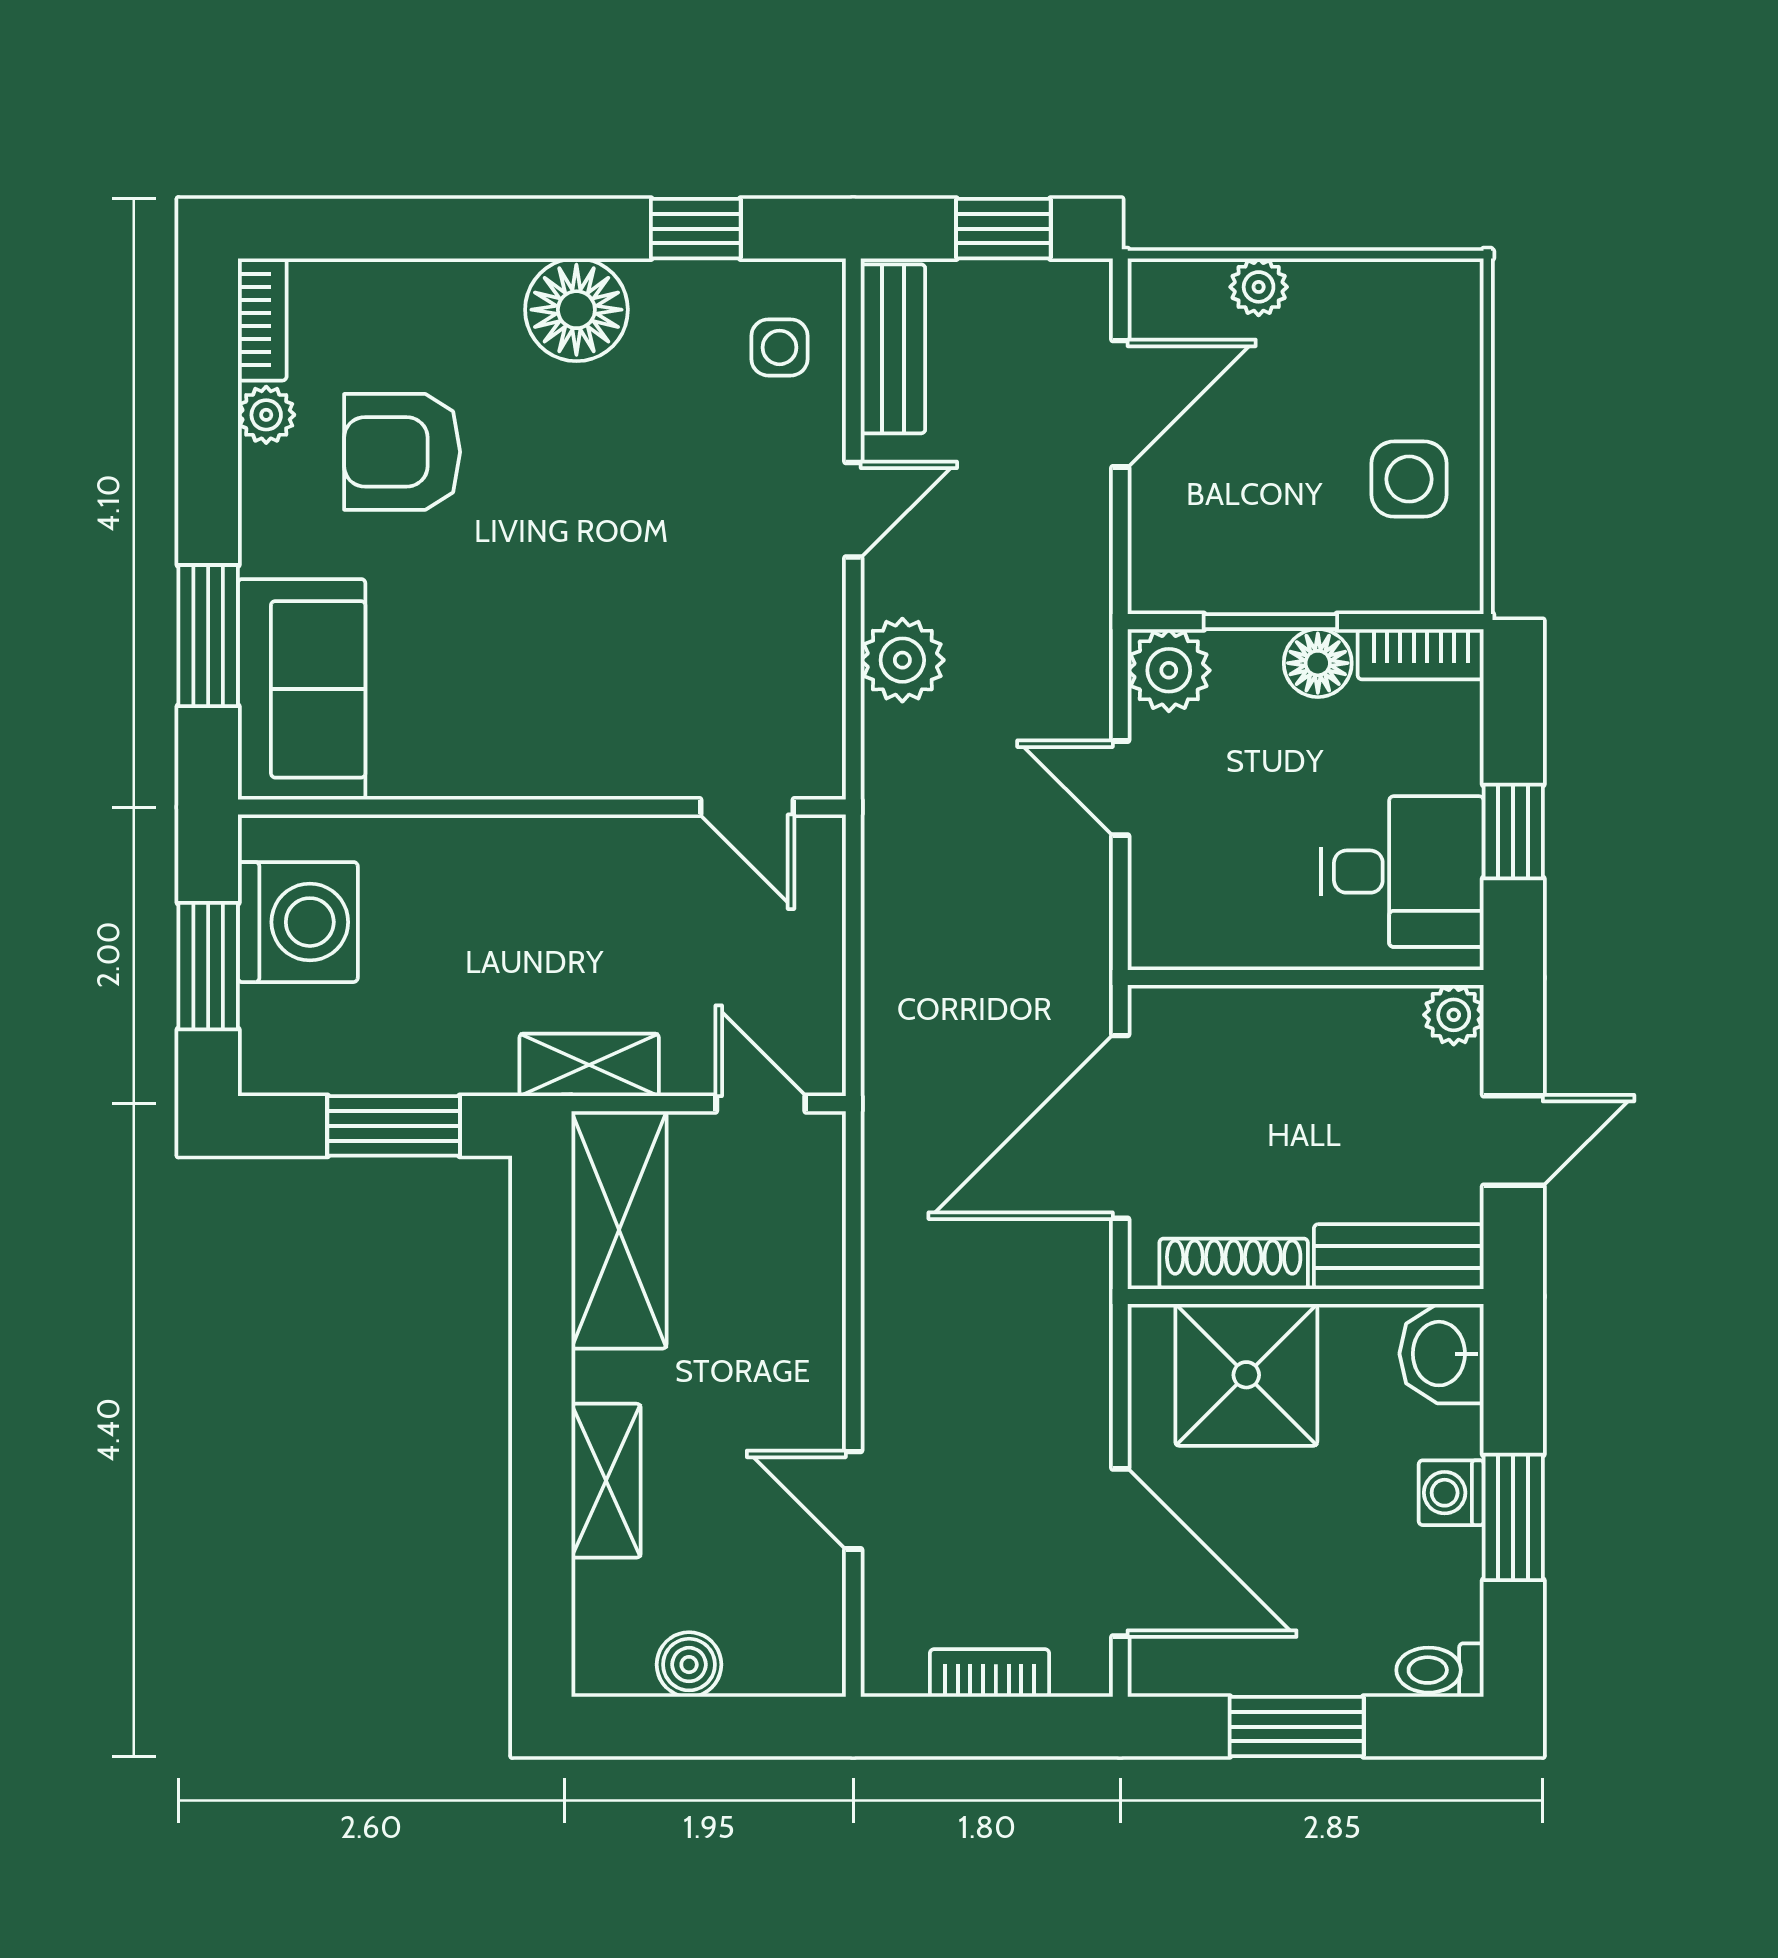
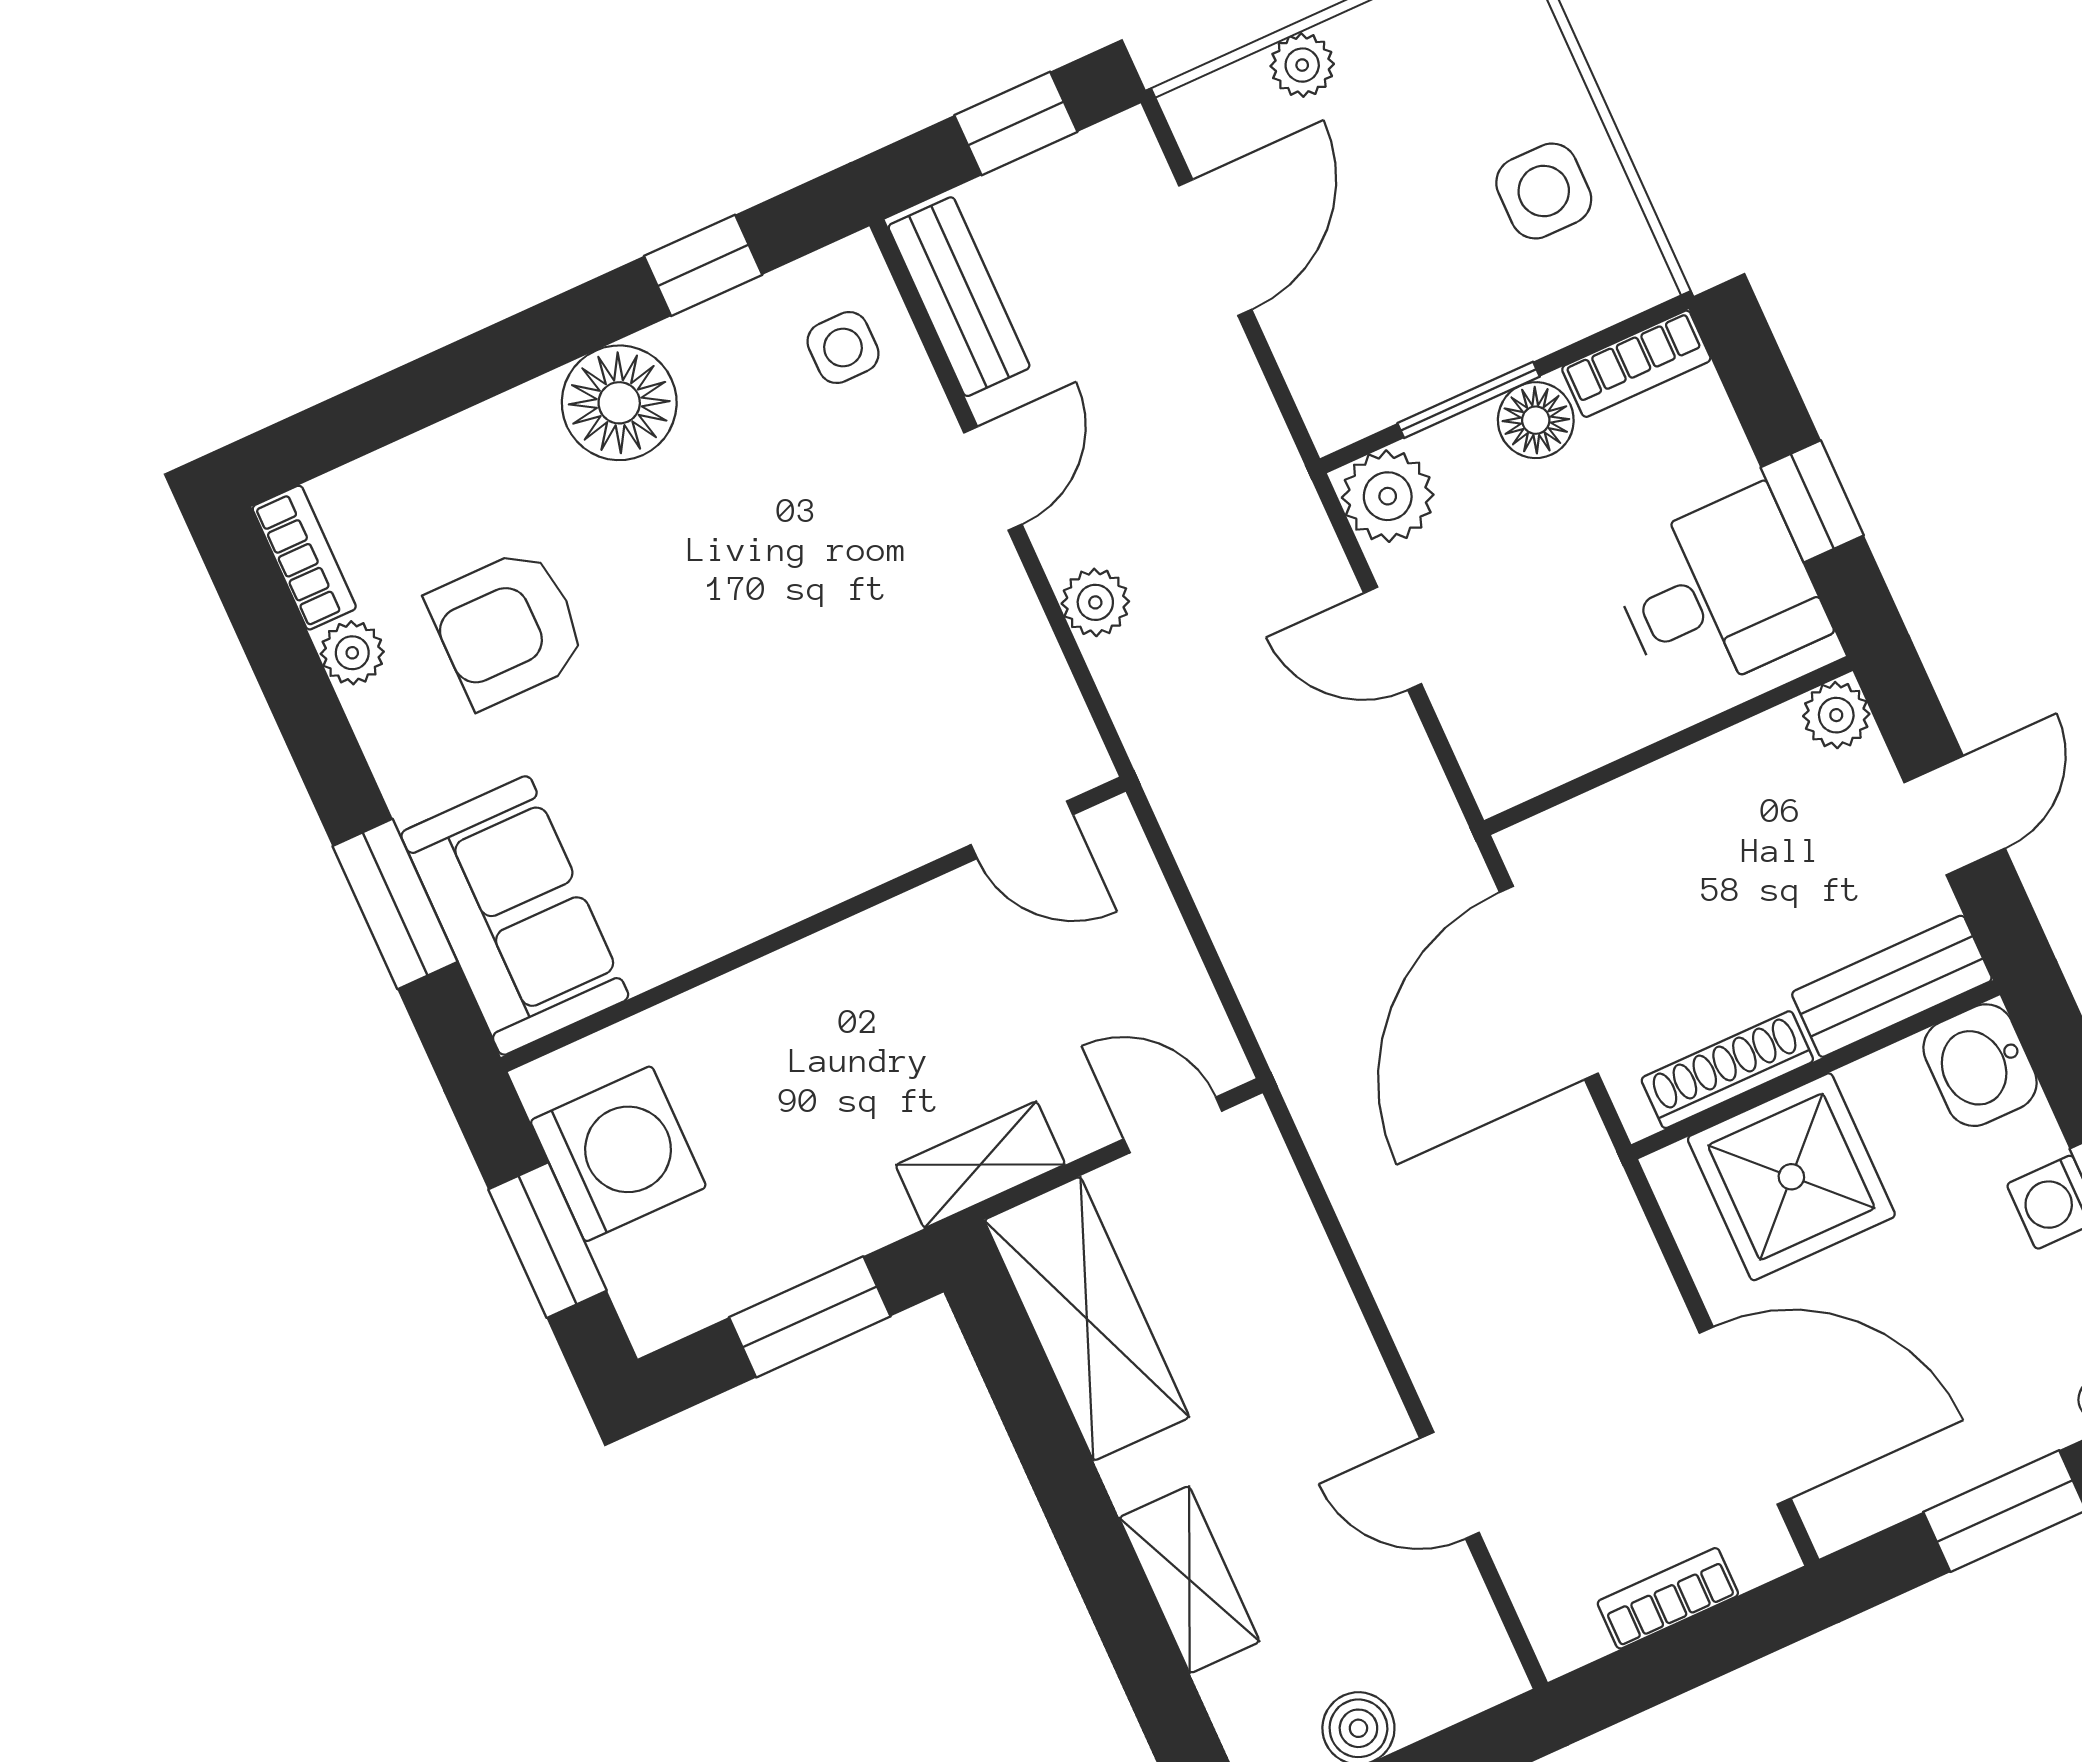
plant: (902, 660) -> (1095, 602), width x0.73, depth x0.73

